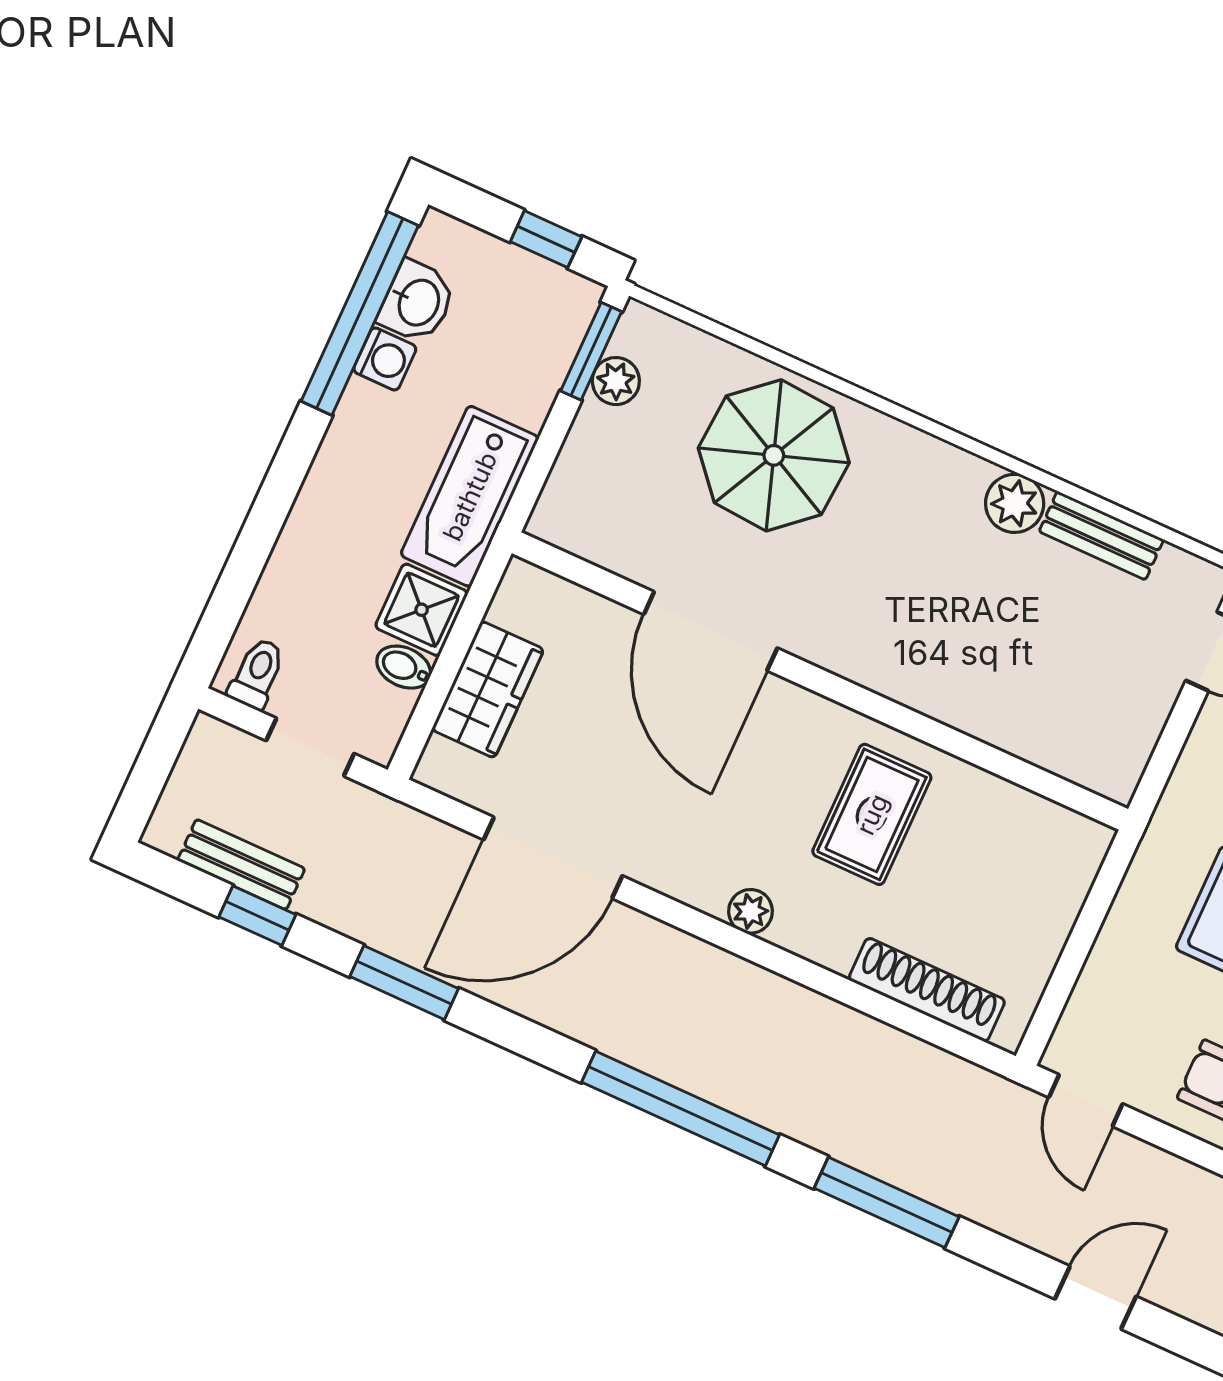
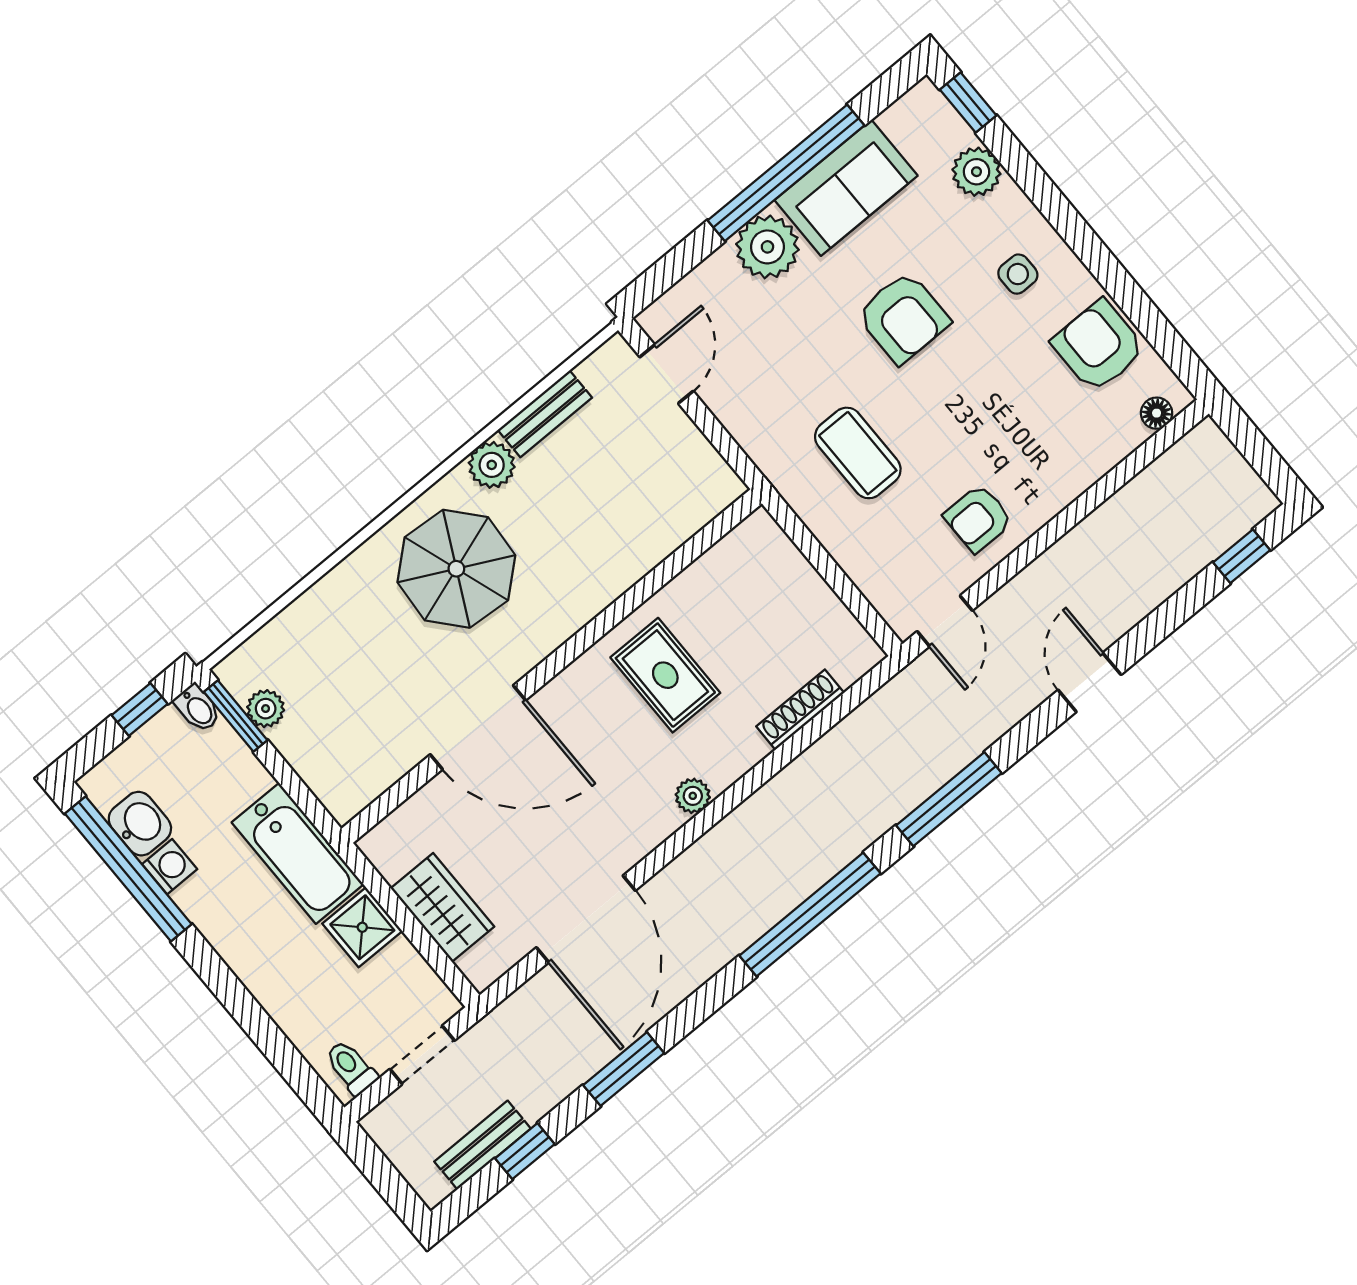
parasol: (774, 455) -> (456, 569), moved
bidet: (404, 667) -> (198, 708), moved, turned -90
shoe rack: (927, 990) -> (800, 710), width x0.74, depth x0.81
door: (1086, 1101) -> (945, 621), hinge flipped

